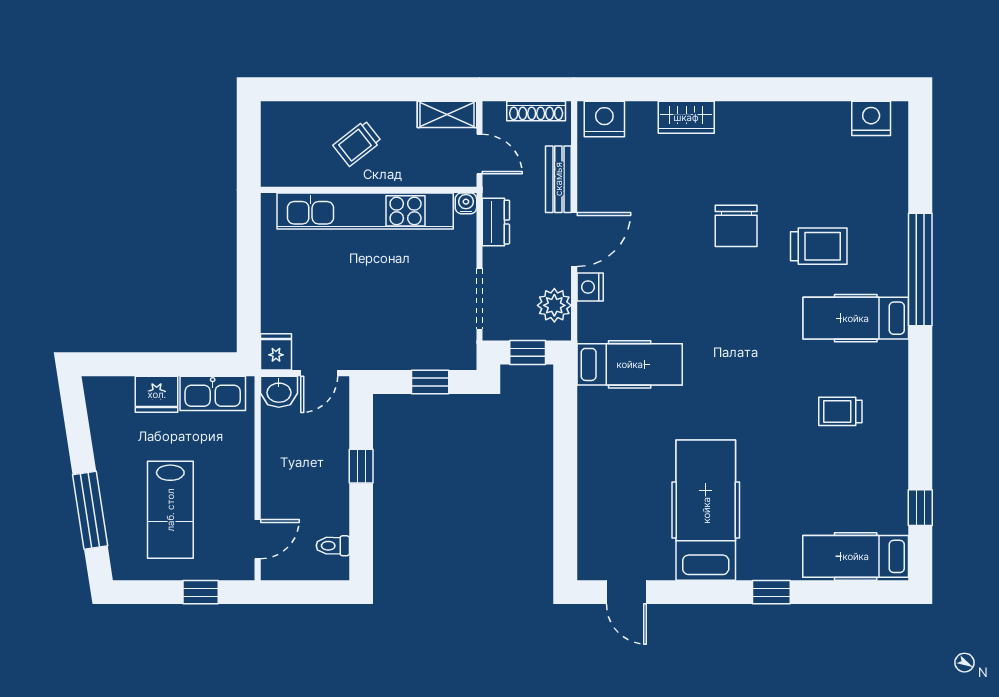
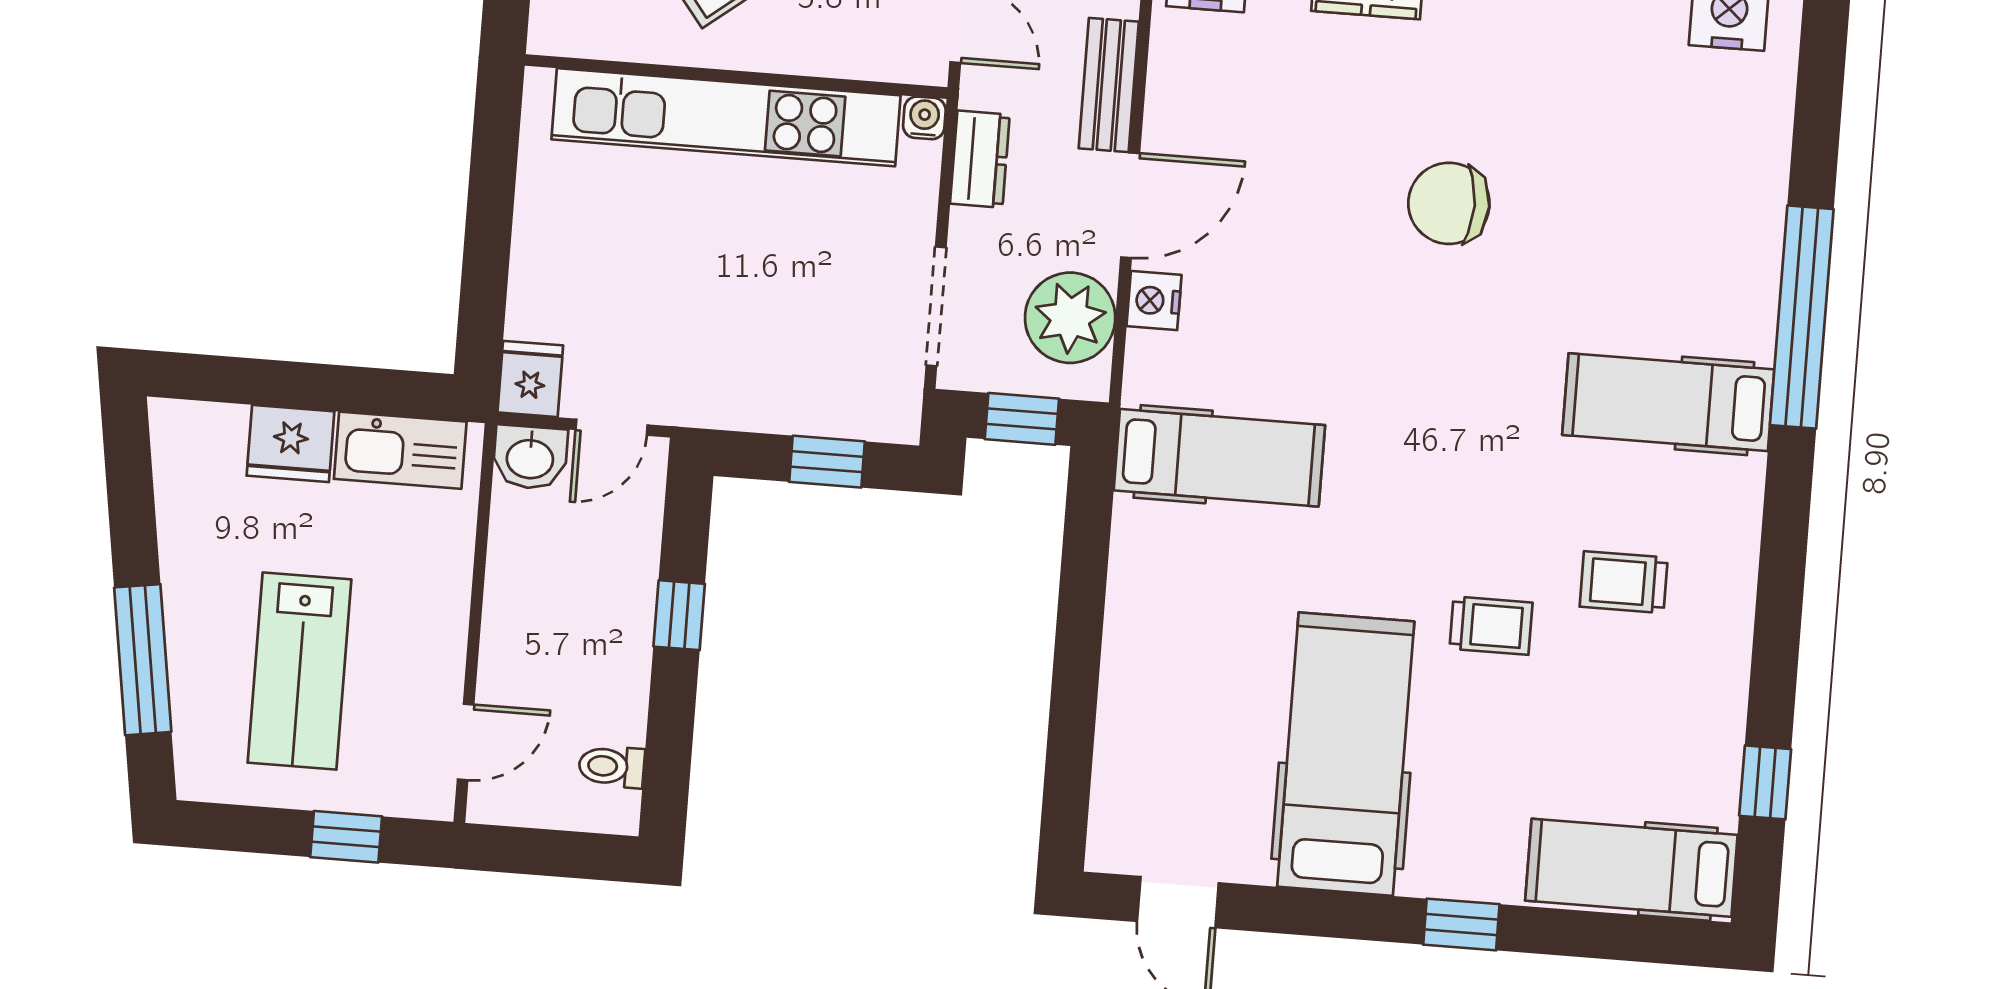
chair: (736, 226) -> (1449, 203), turned 90
trolley: (819, 246) -> (1491, 626), moved, width x0.73, depth x0.72
plant: (554, 305) -> (1070, 318), width x1.36, depth x1.36

